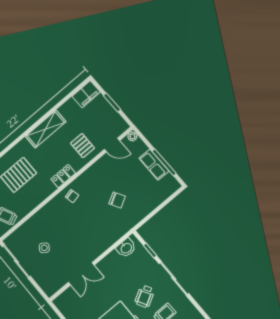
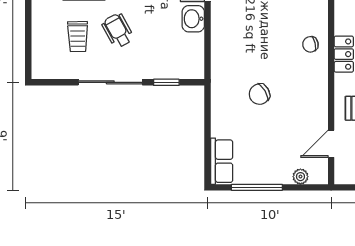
plant: (132, 136) -> (300, 177), moved
row of seats: (154, 165) -> (222, 161), moved, turned 90
washbasin: (126, 248) -> (193, 19), moved

